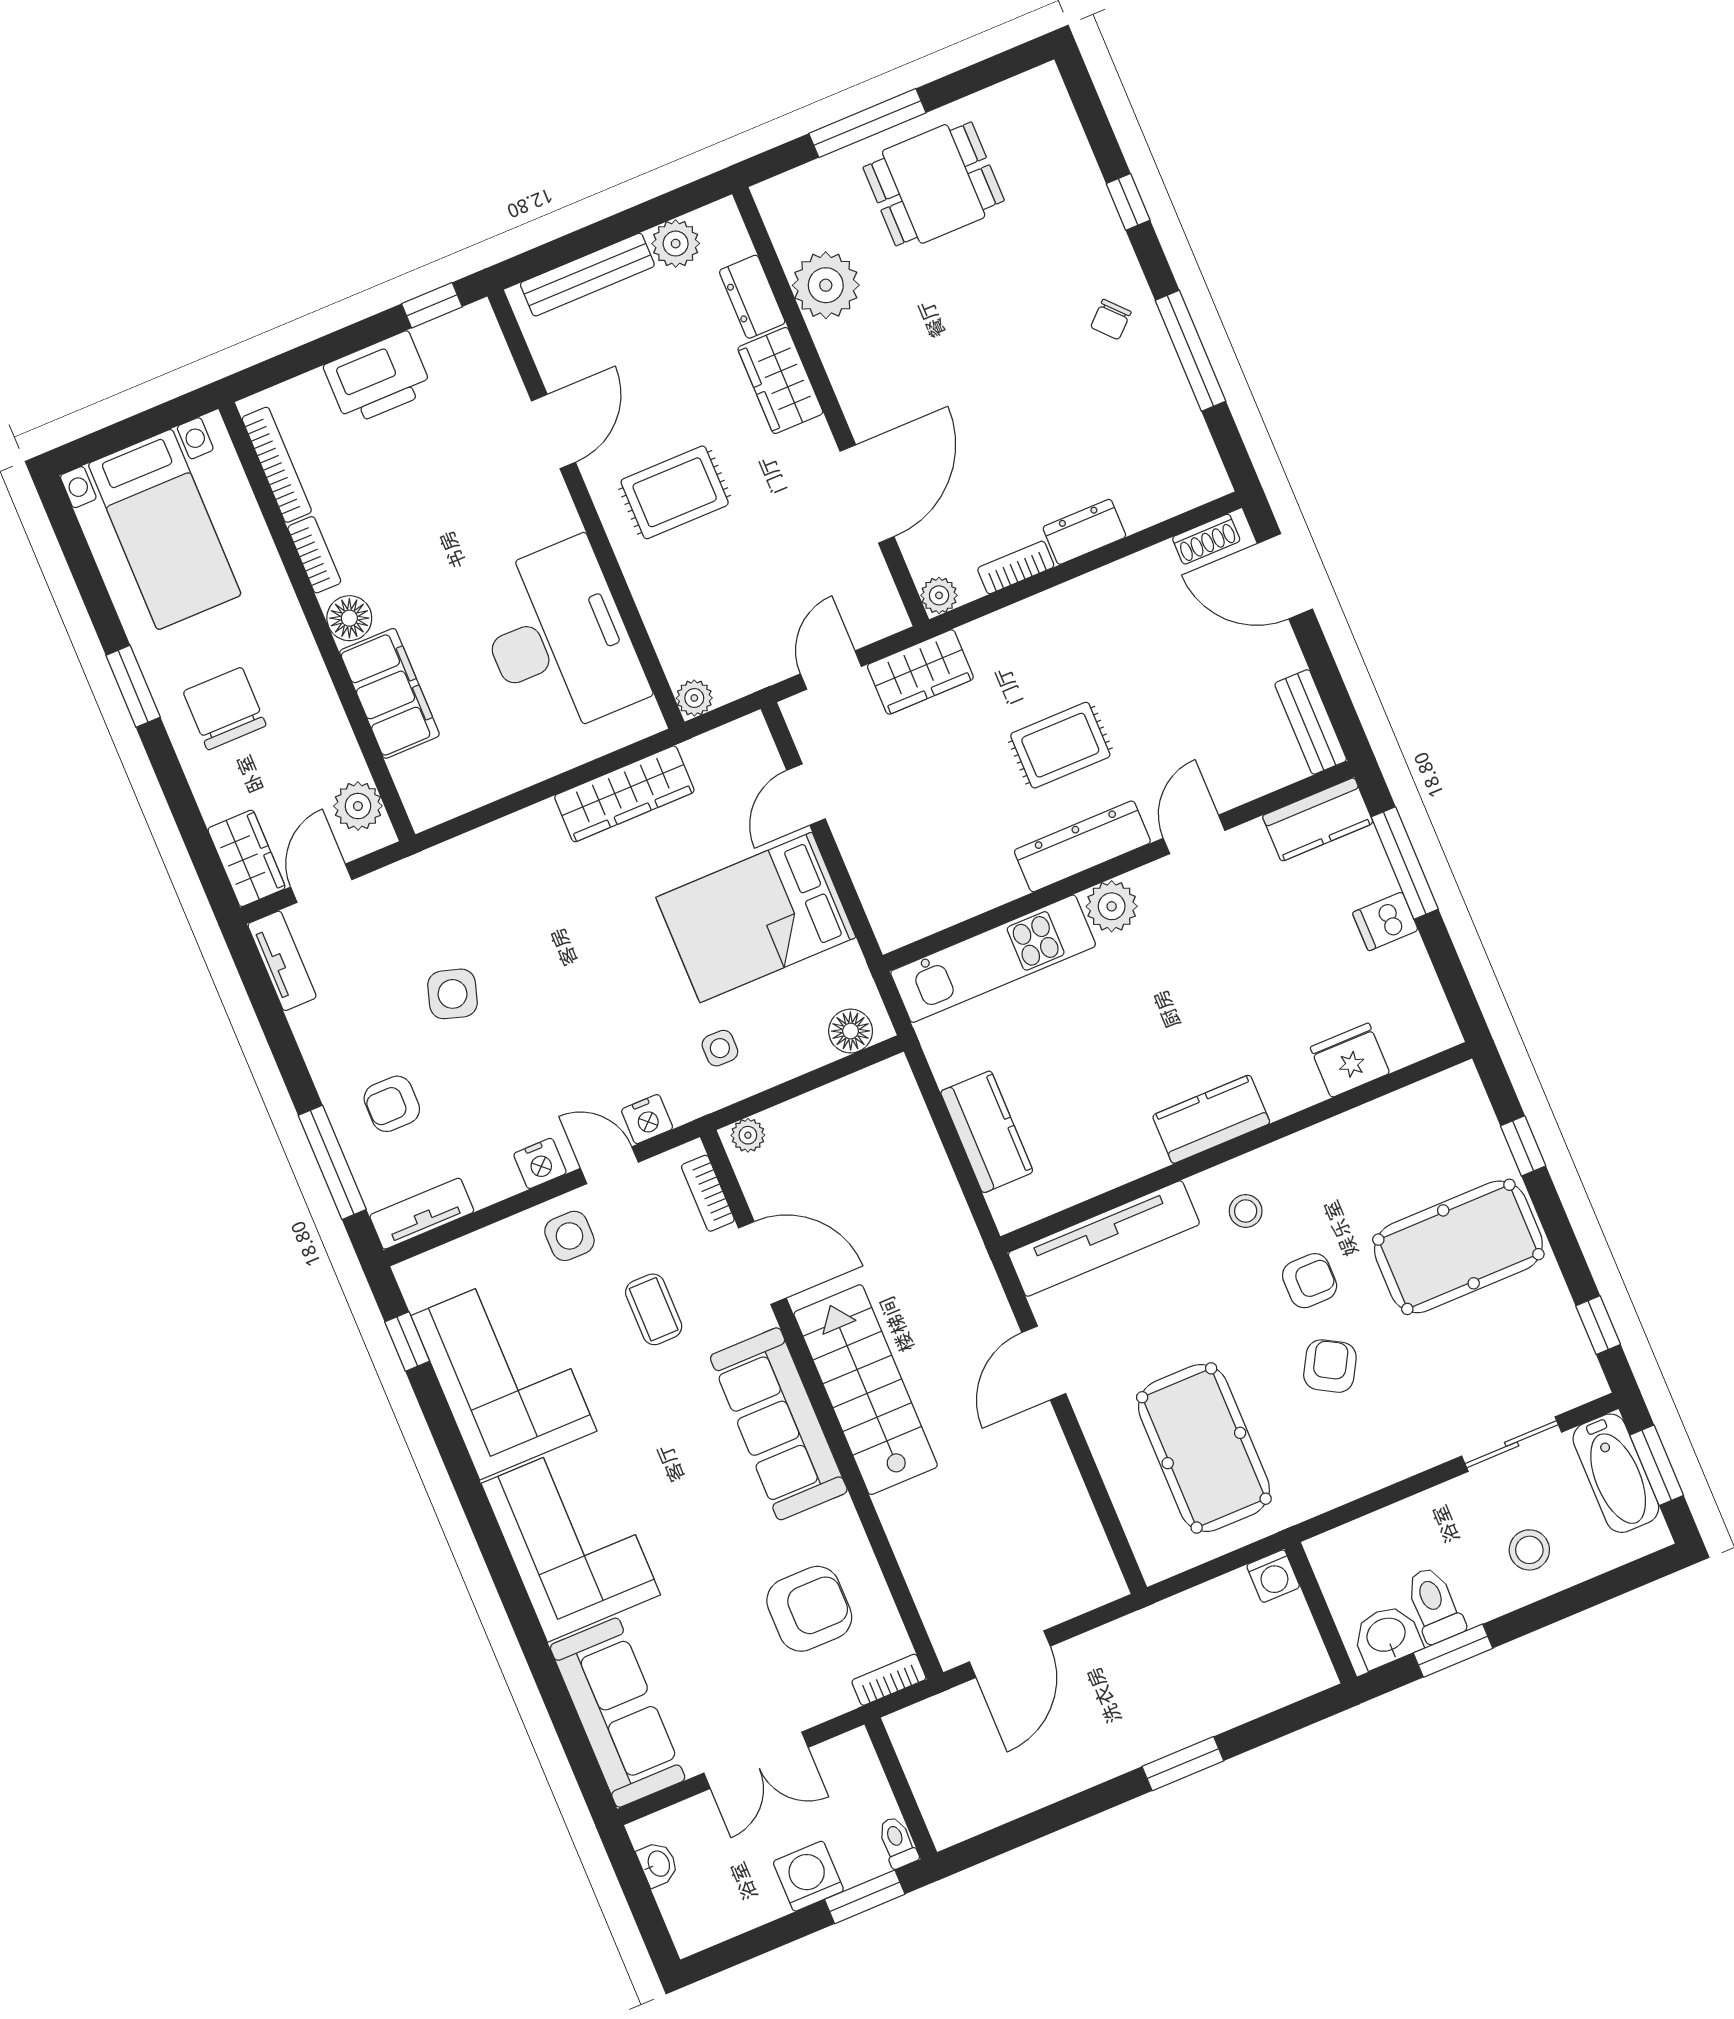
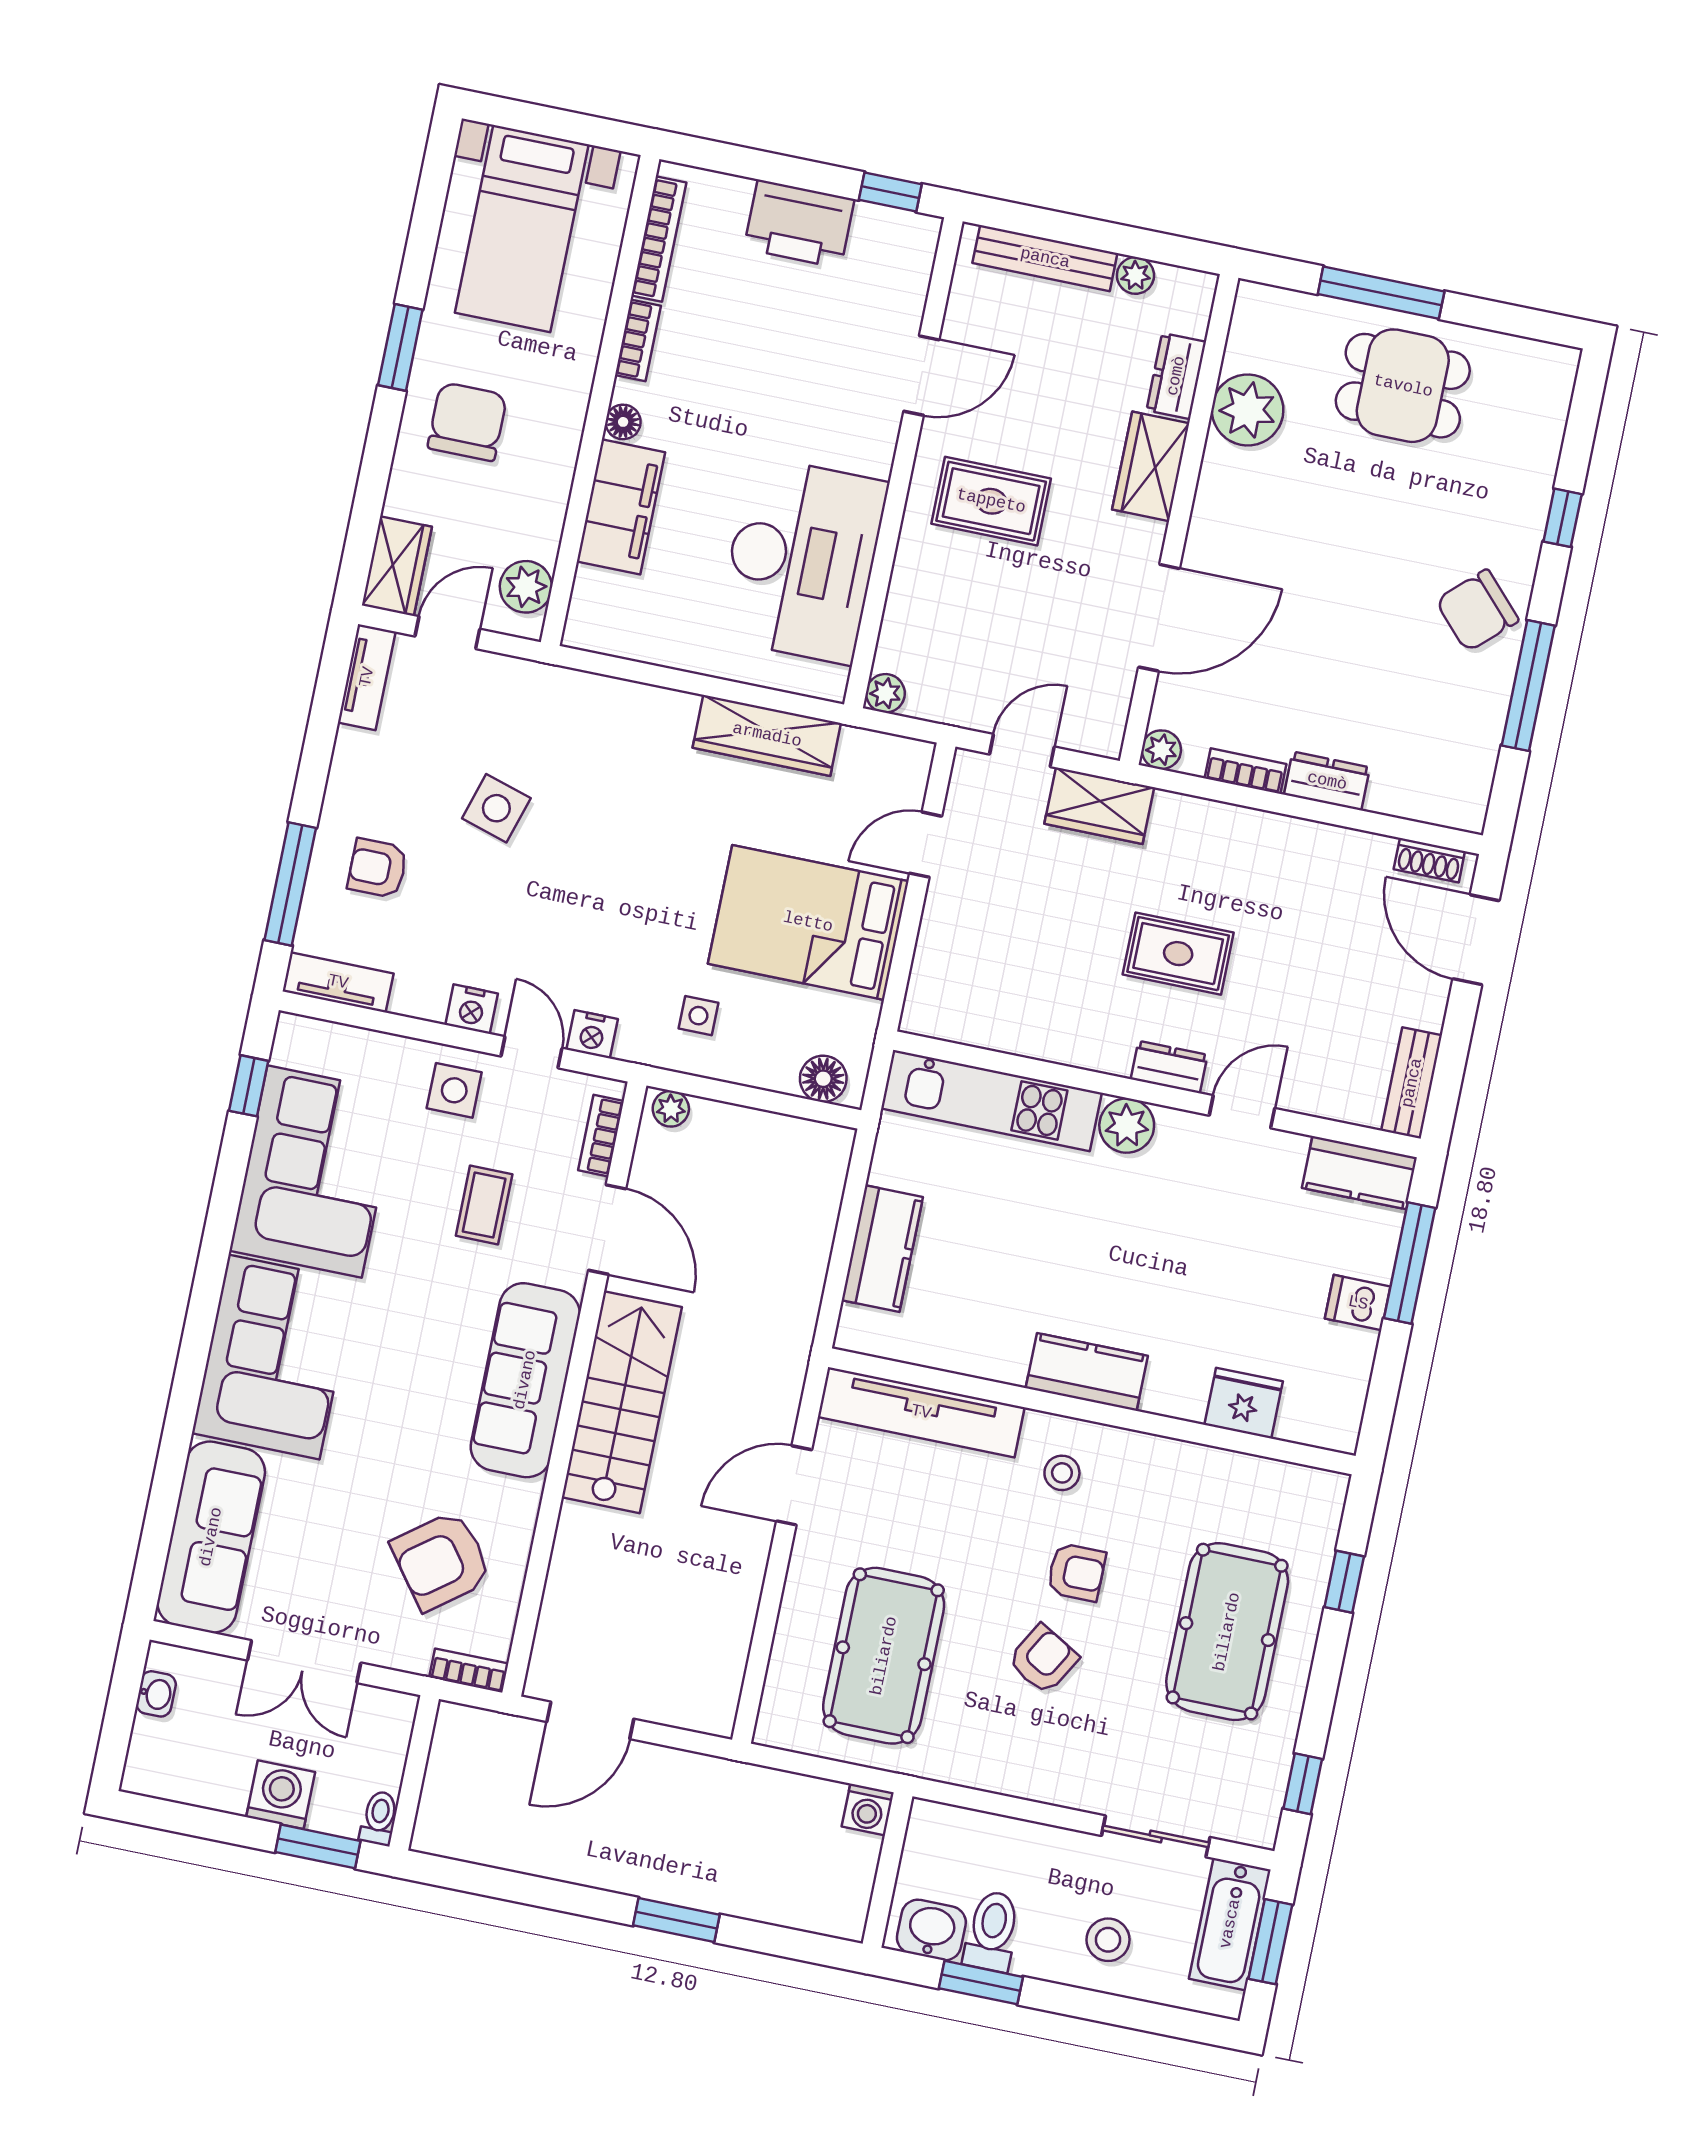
plant: (676, 244) -> (1135, 275), width x0.73, depth x0.73
chair: (1111, 319) -> (1477, 611), width x1.87, depth x1.87
floor lamp: (349, 618) -> (623, 422), width x0.73, depth x0.73
dresser: (1082, 846) -> (1169, 1067), width x0.51, depth x0.80
pool table: (1458, 1247) -> (1227, 1632), turned 90
armchair: (809, 1609) -> (441, 1561), turned 143

